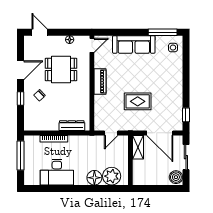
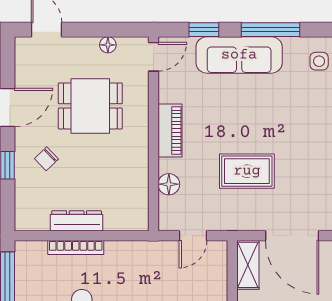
window: (117, 32) -> (204, 30), added
window: (163, 32) -> (270, 30), moved
floor lamp: (99, 108) -> (169, 184), added
dresser: (72, 126) -> (77, 221), moved

